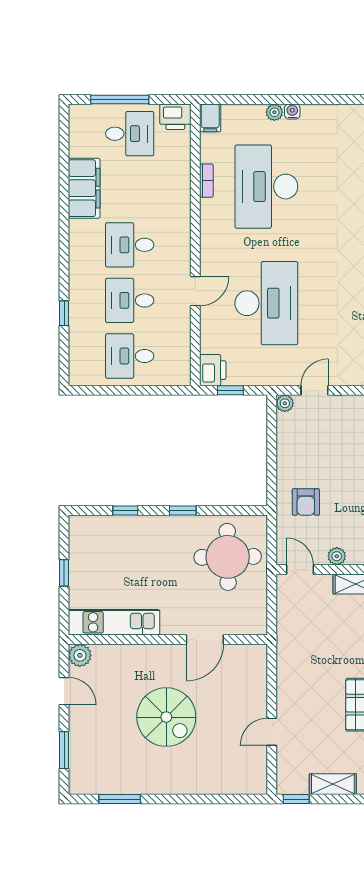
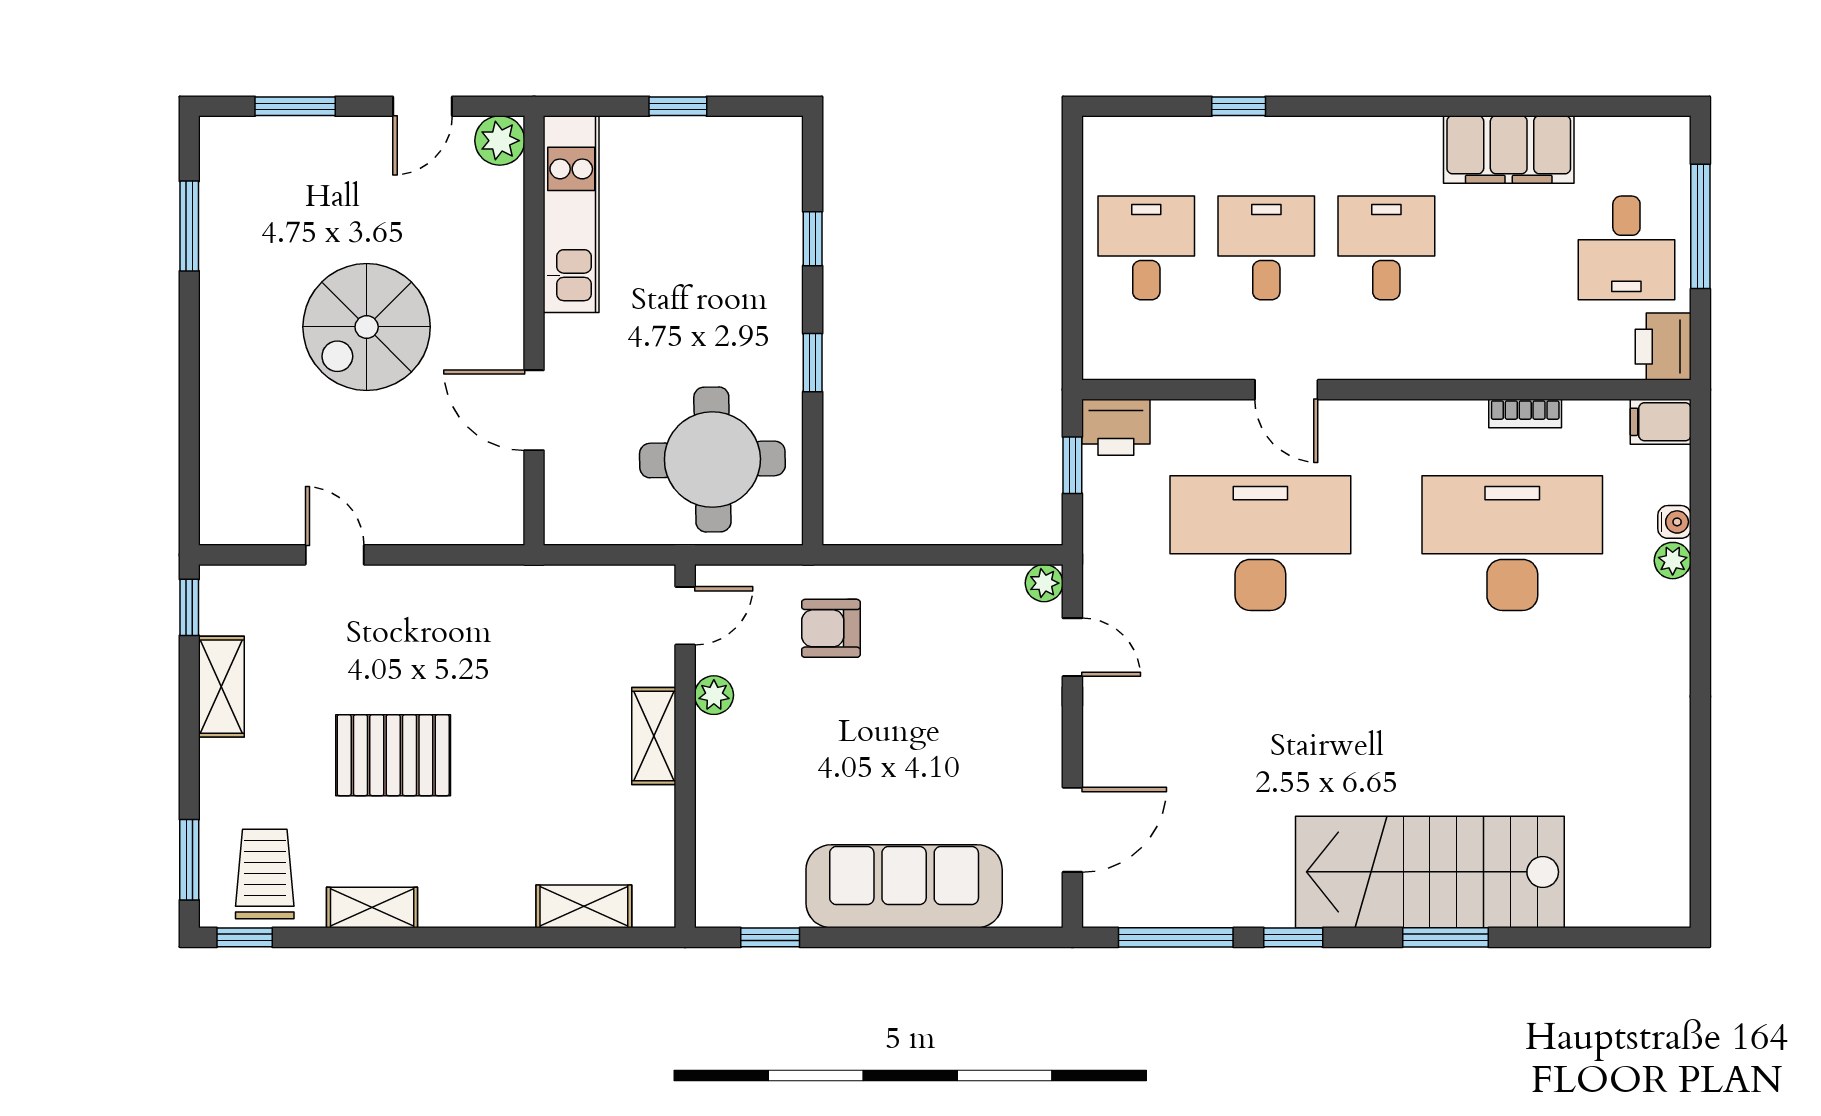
water cooler: (292, 111) -> (1674, 522), moved
desk: (266, 303) -> (1260, 543), turned 180

